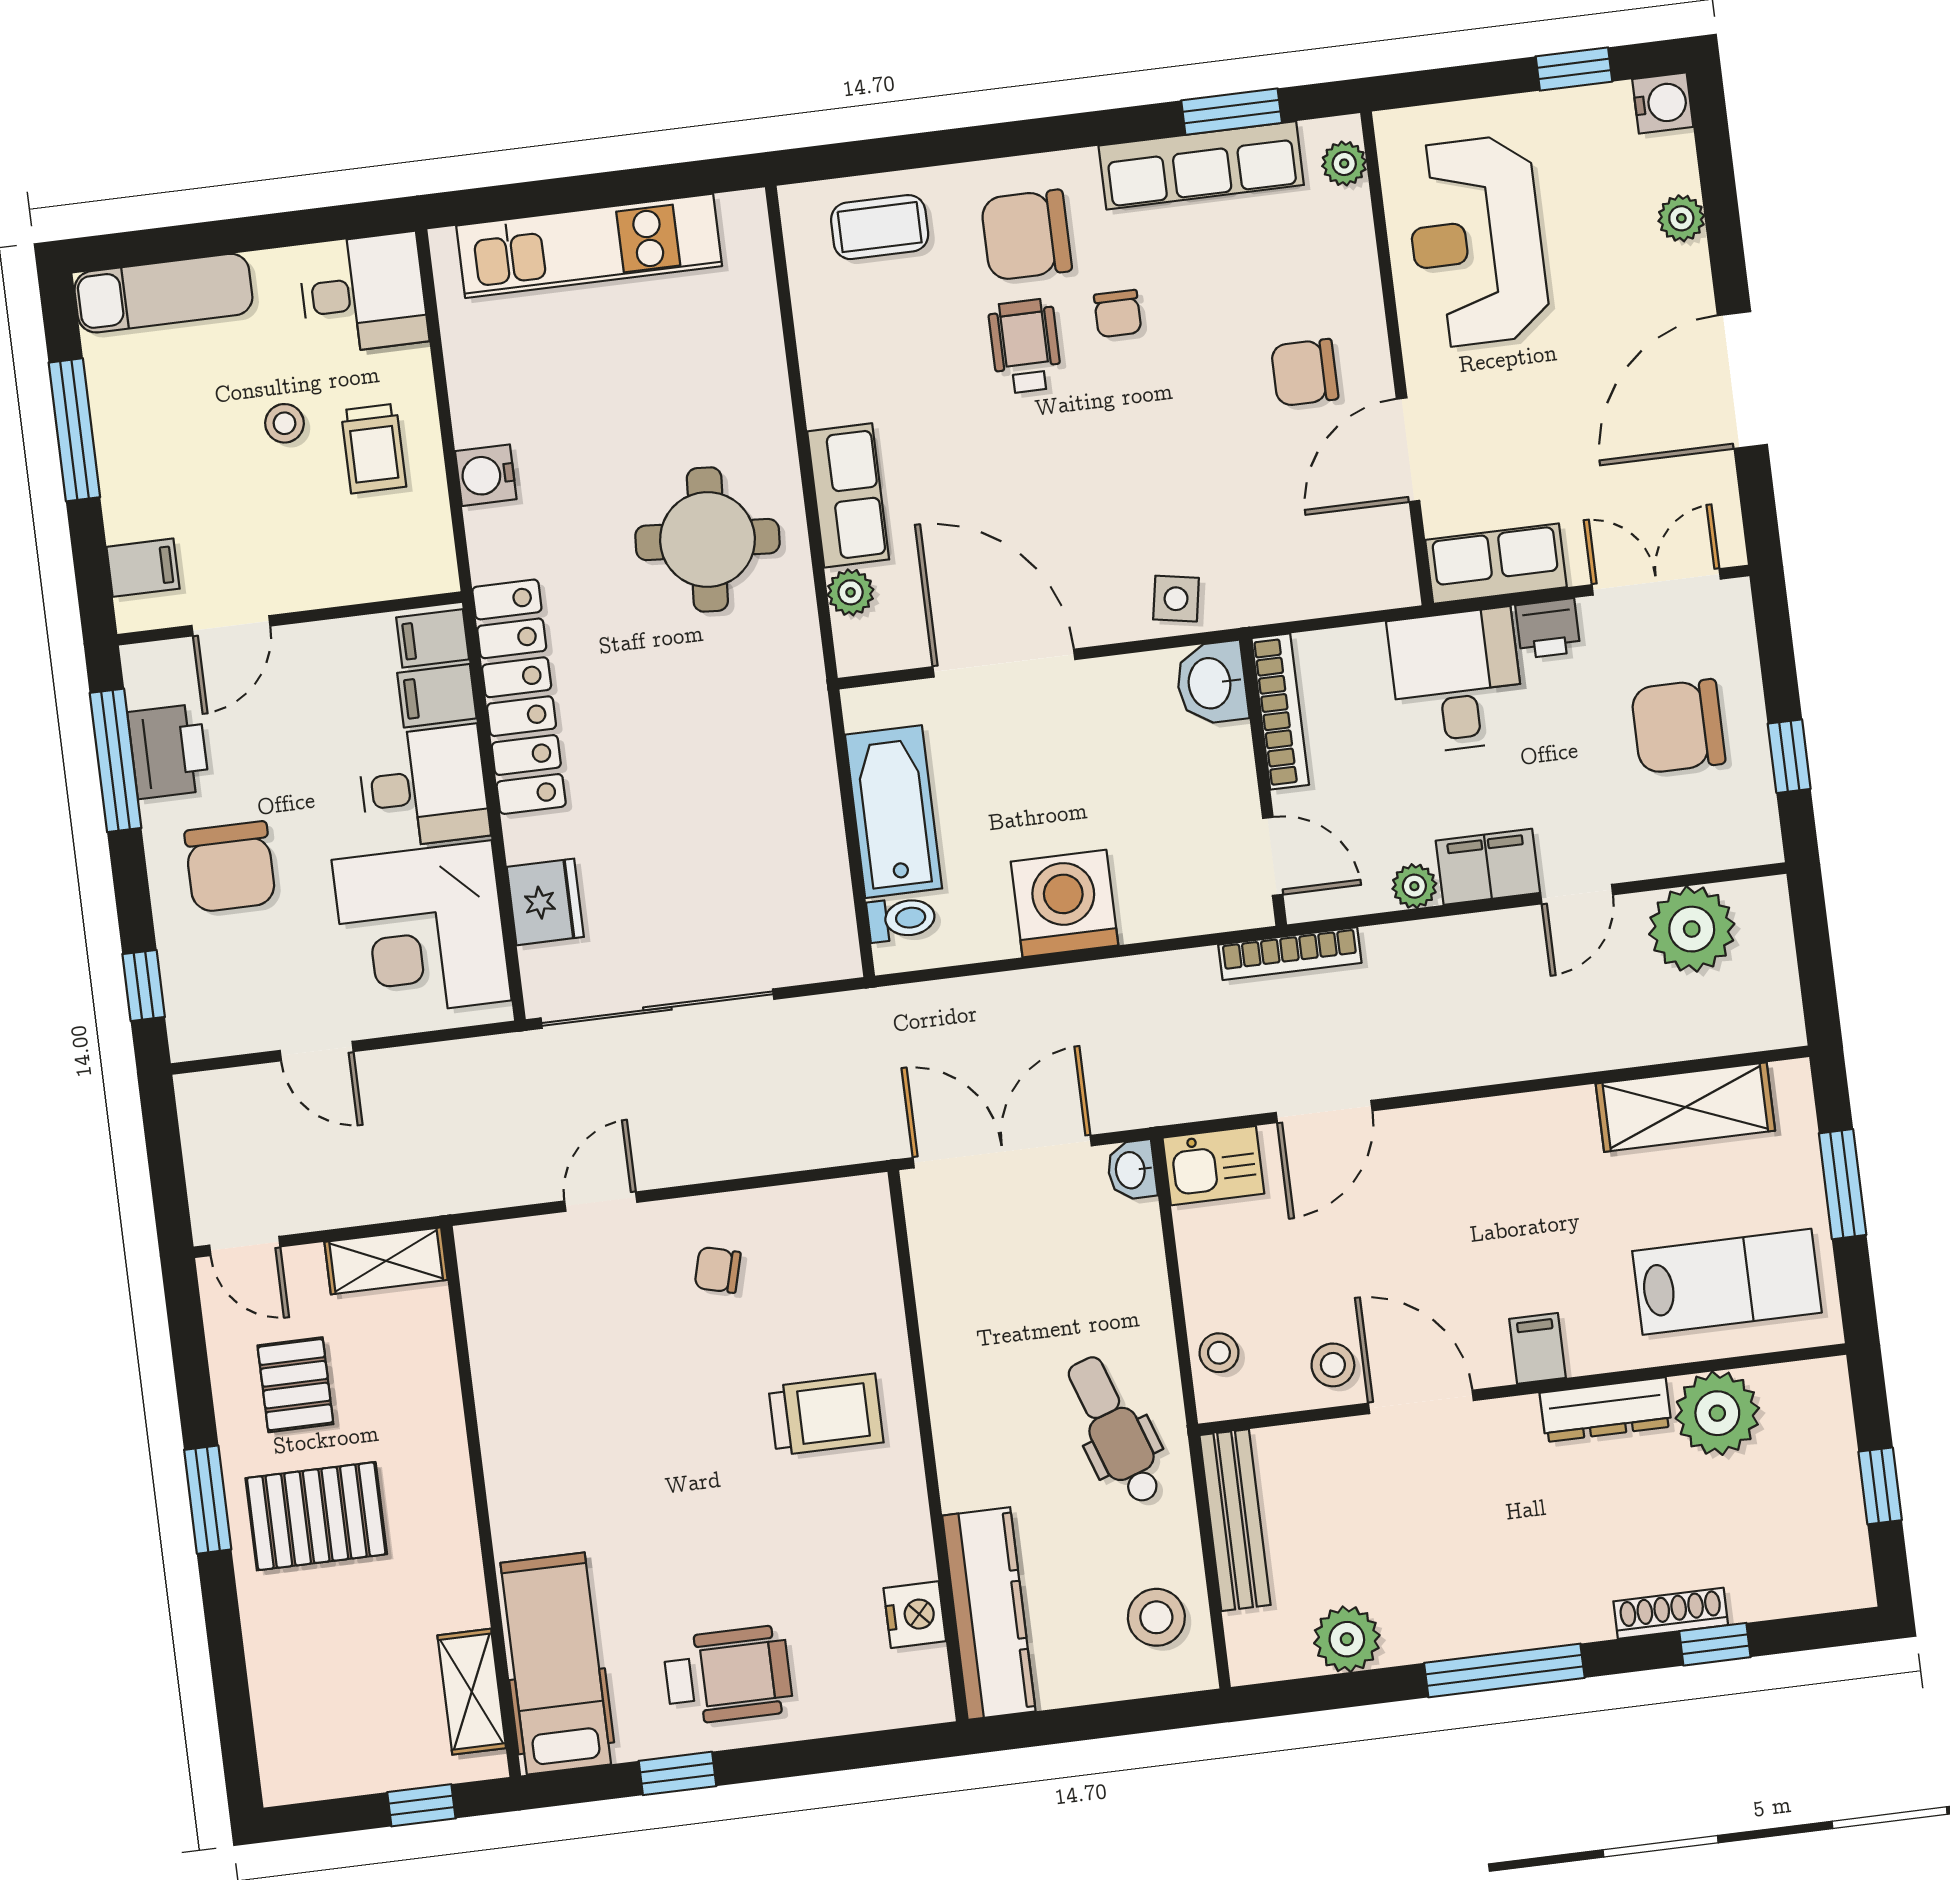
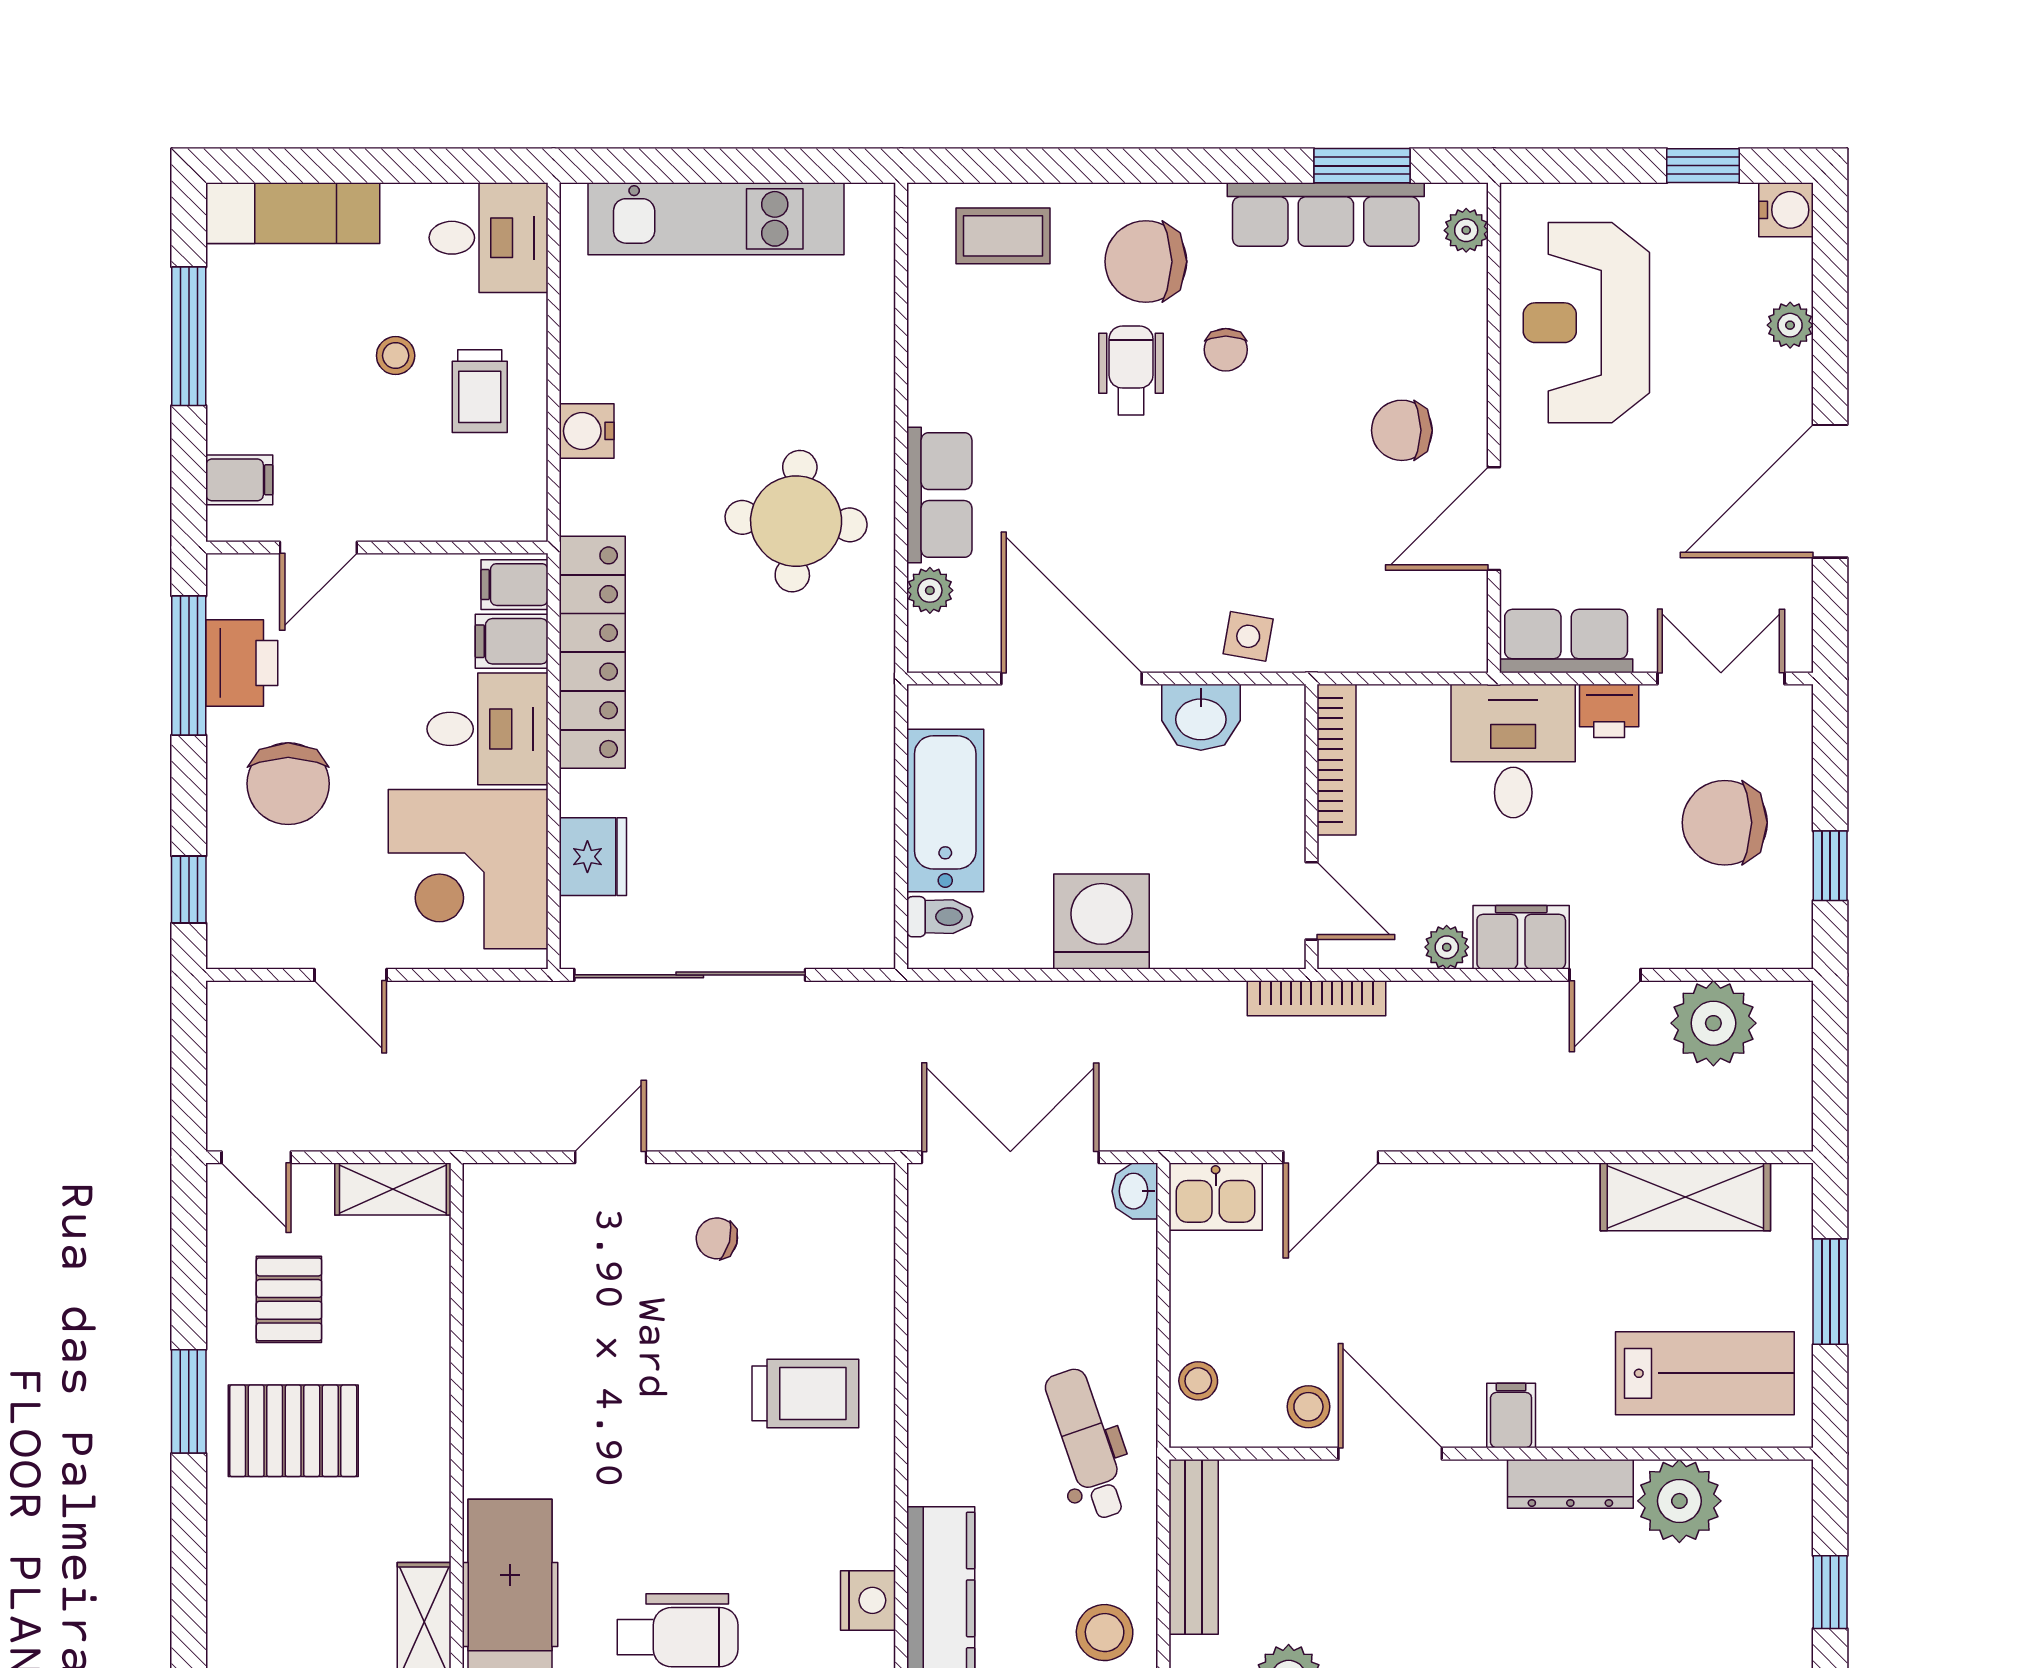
washbasin: (1212, 683) -> (1201, 717), moved, turned -90

